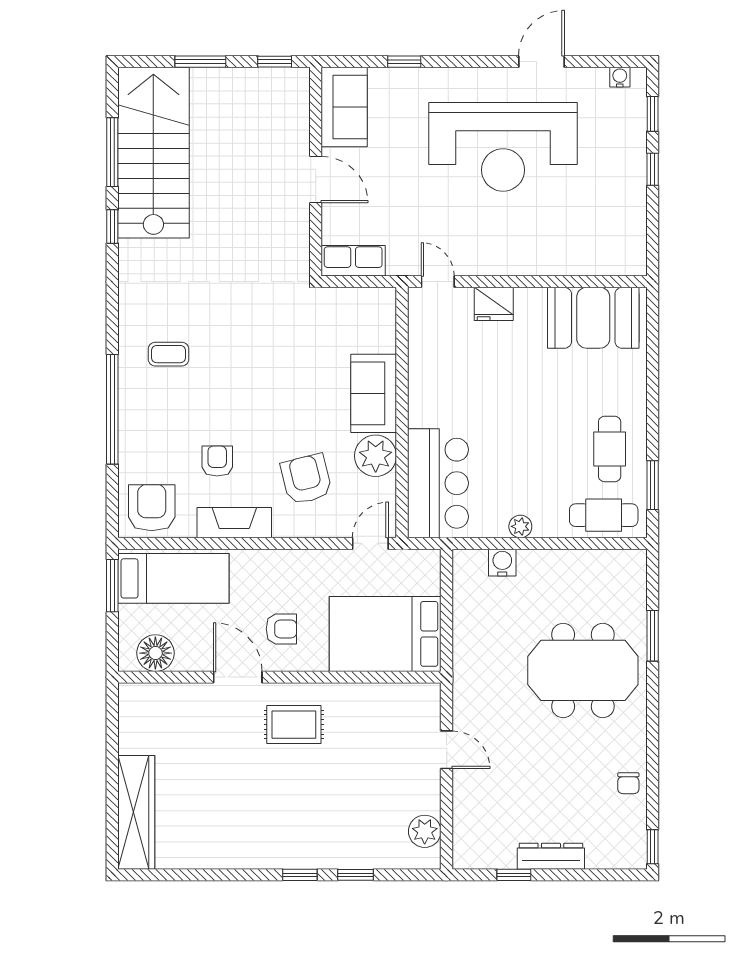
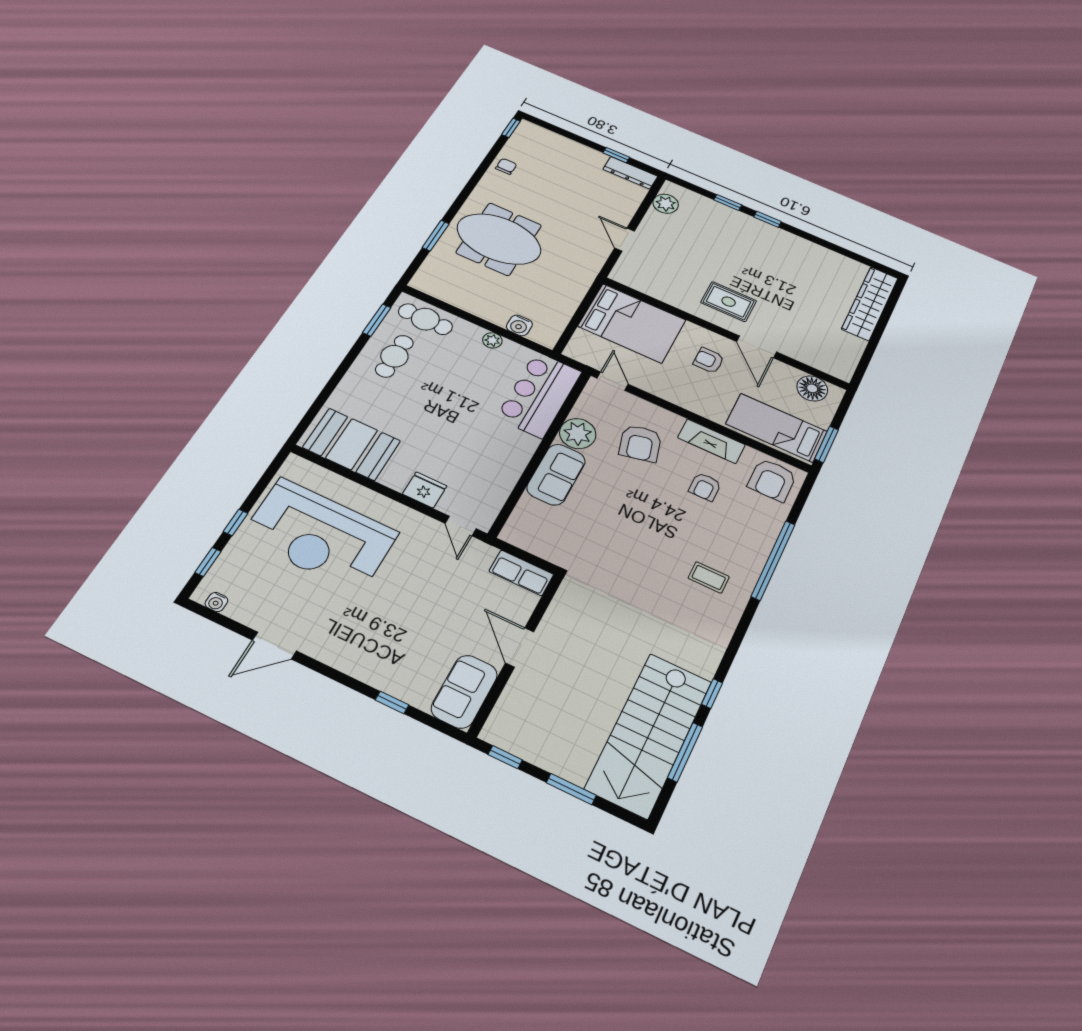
reception desk: (503, 147) -> (320, 535), moved, turned 180
door: (370, 543) -> (613, 381), swing flipped
dresser: (551, 856) -> (630, 173), moved

